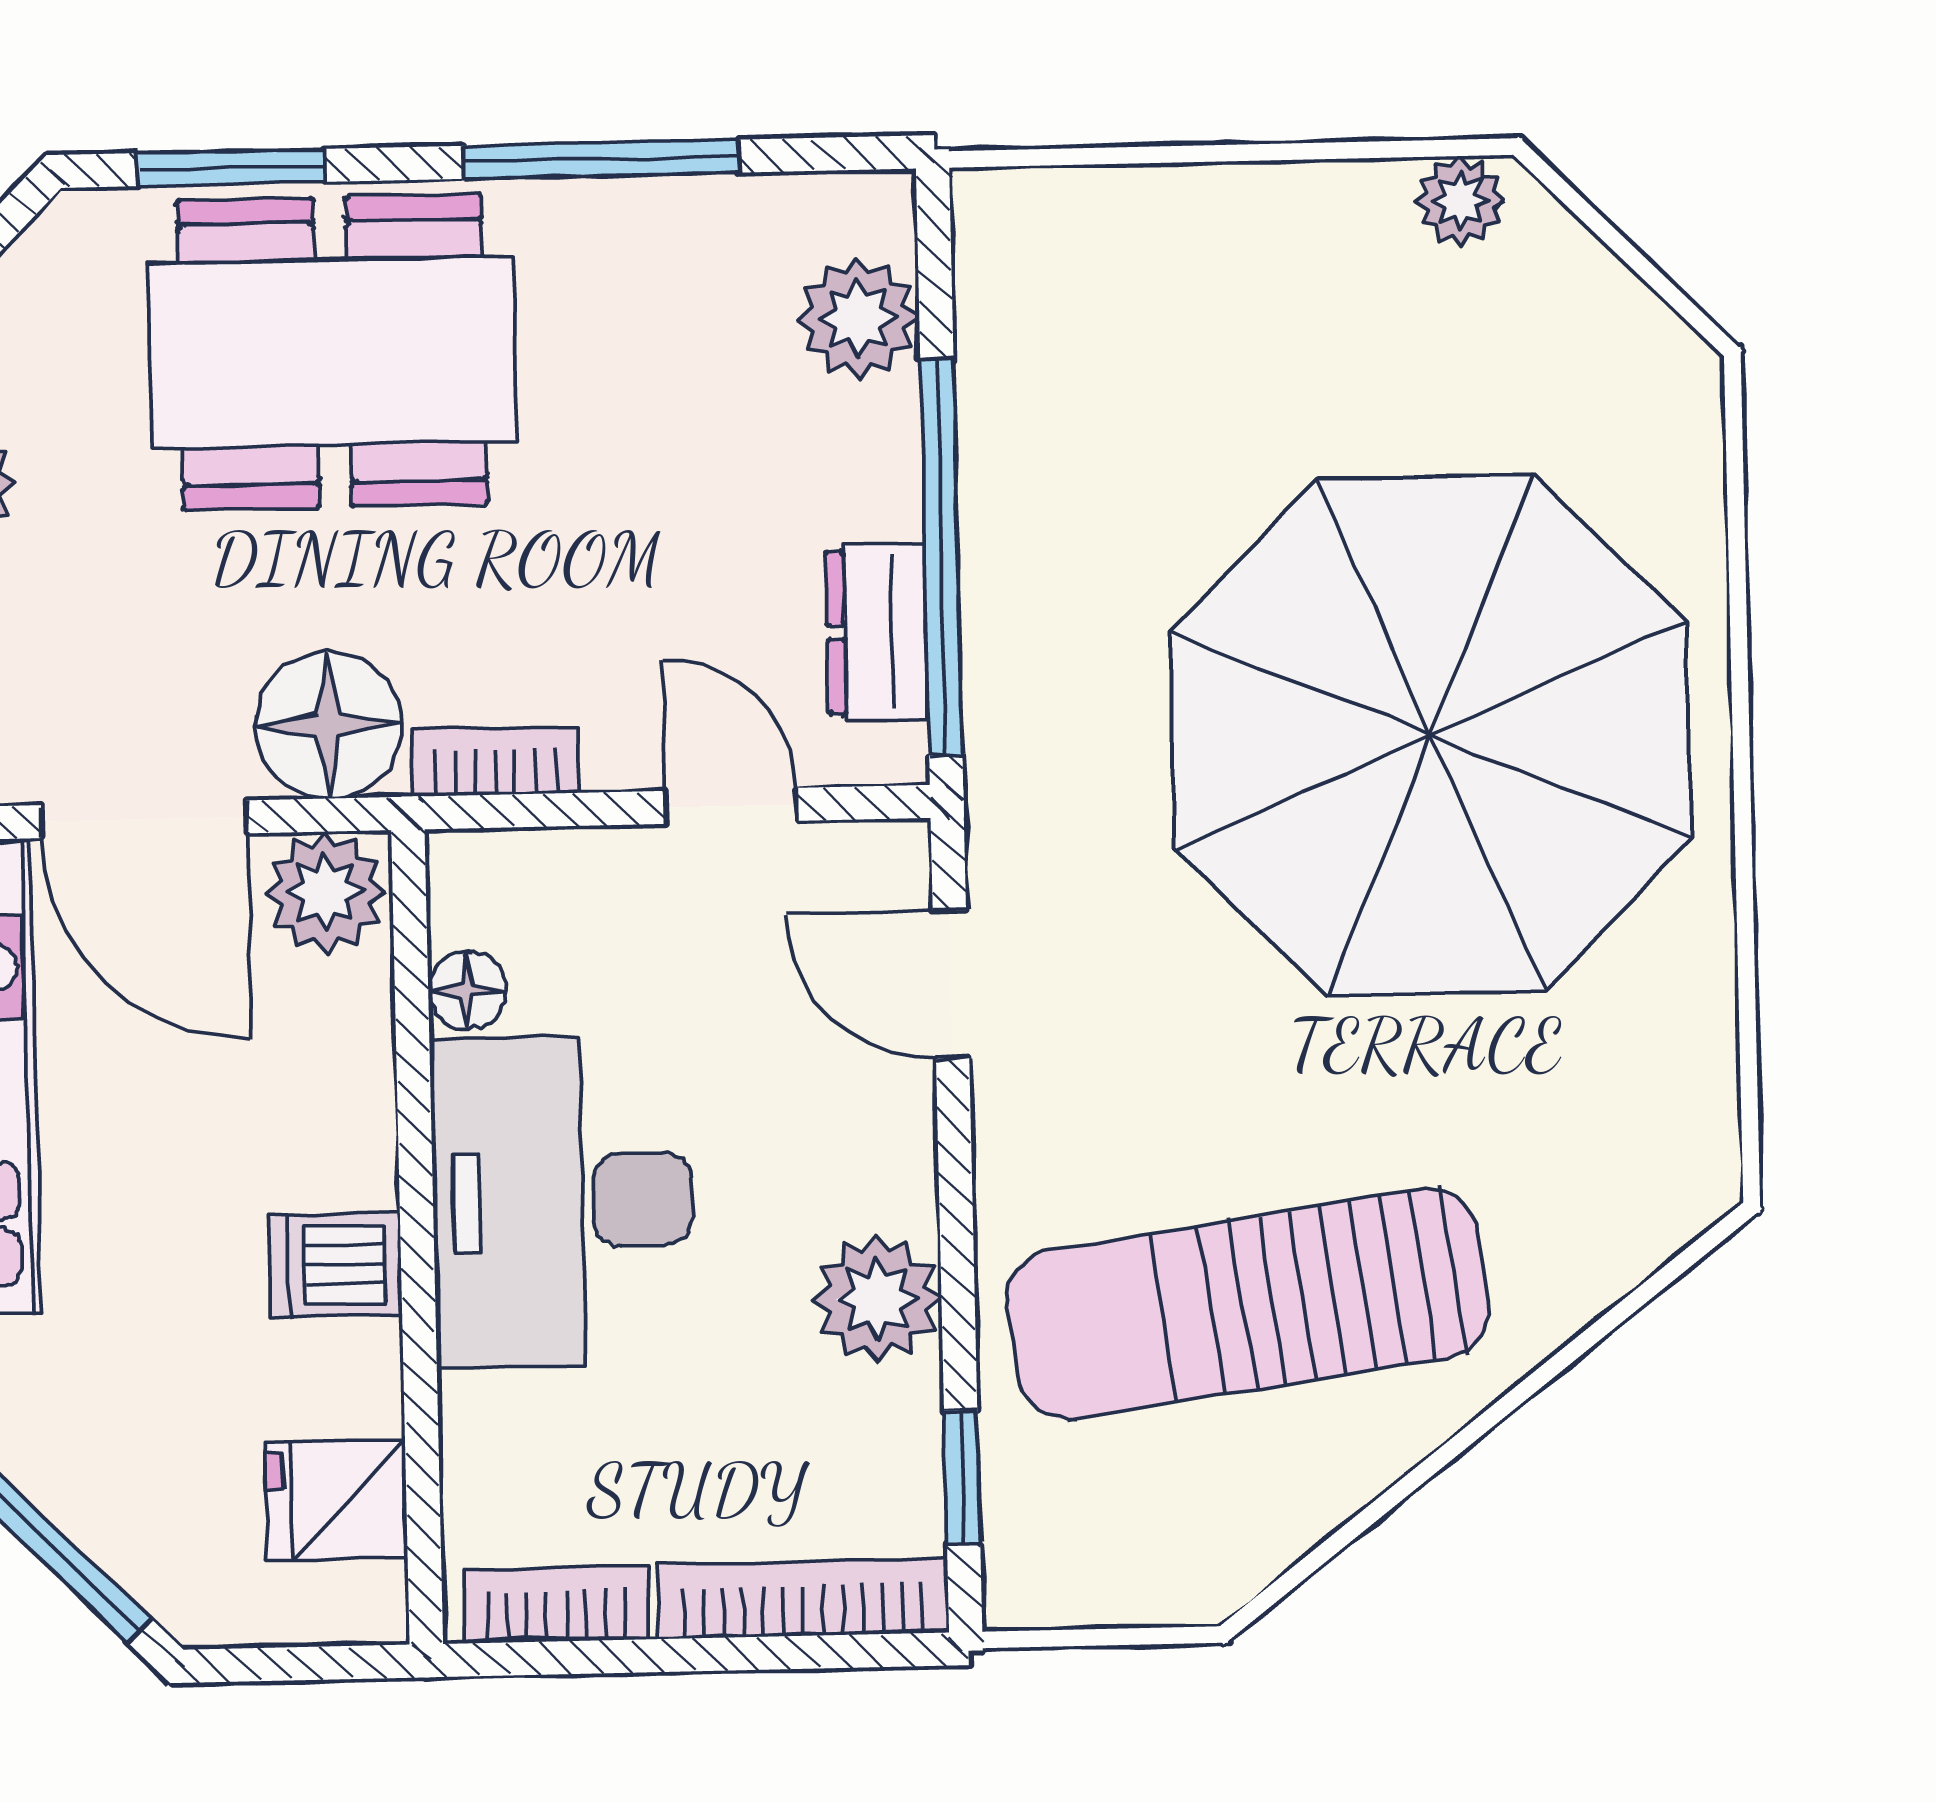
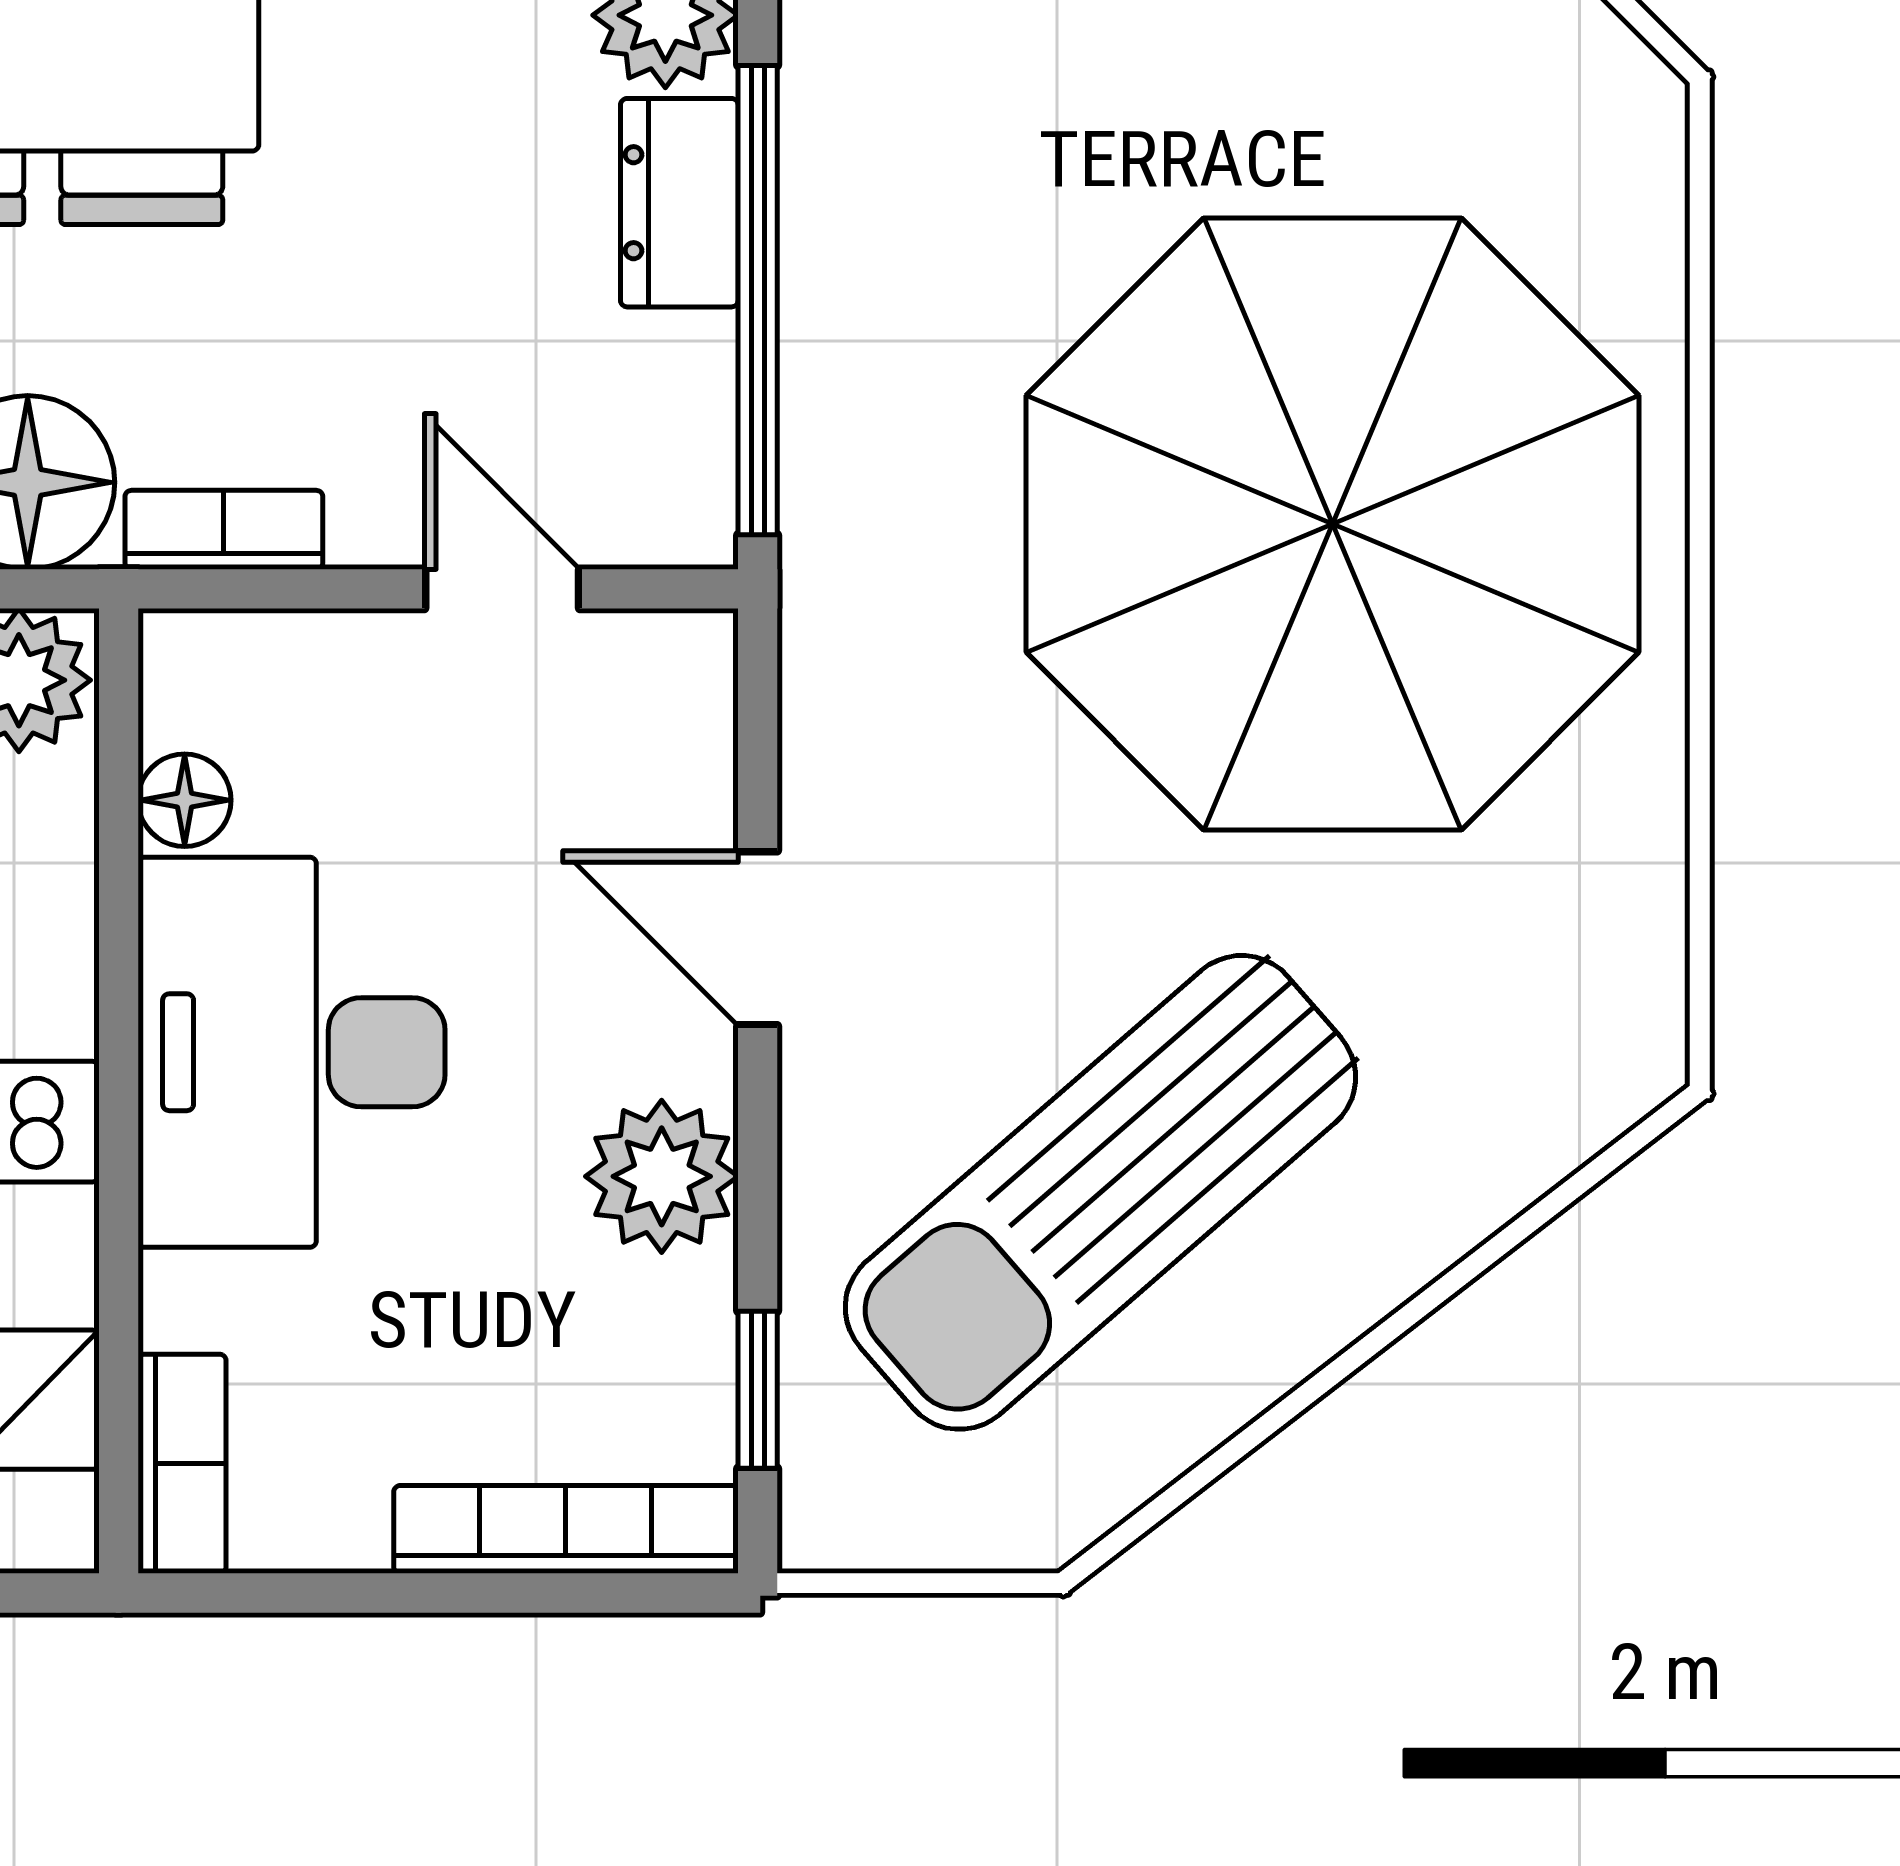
dresser: (877, 632) -> (679, 203), moved
door: (951, 985) -> (758, 938), moved
sun lounger: (1248, 1304) -> (1100, 1192), turned -33
bookcase: (556, 1604) -> (182, 1464), moved, turned 90

